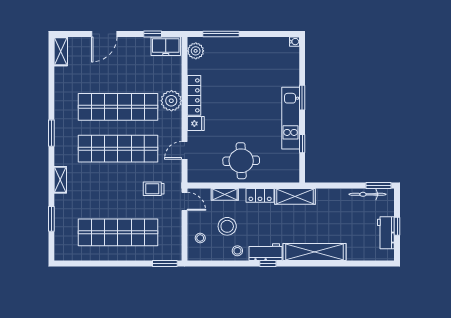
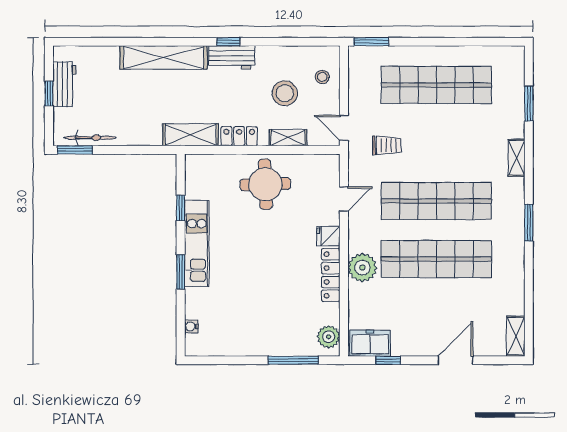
water cooler: (294, 42) -> (191, 326), moved
stool: (237, 251) -> (271, 59), removed

